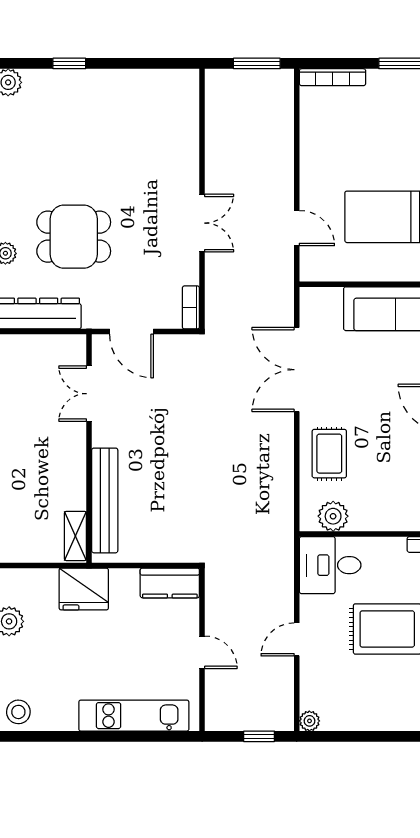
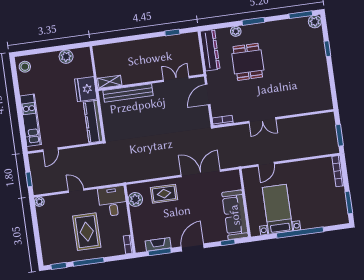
kitchen counter: (170, 583) -> (93, 122), width x1.50
door: (202, 652) -> (50, 150), moved

